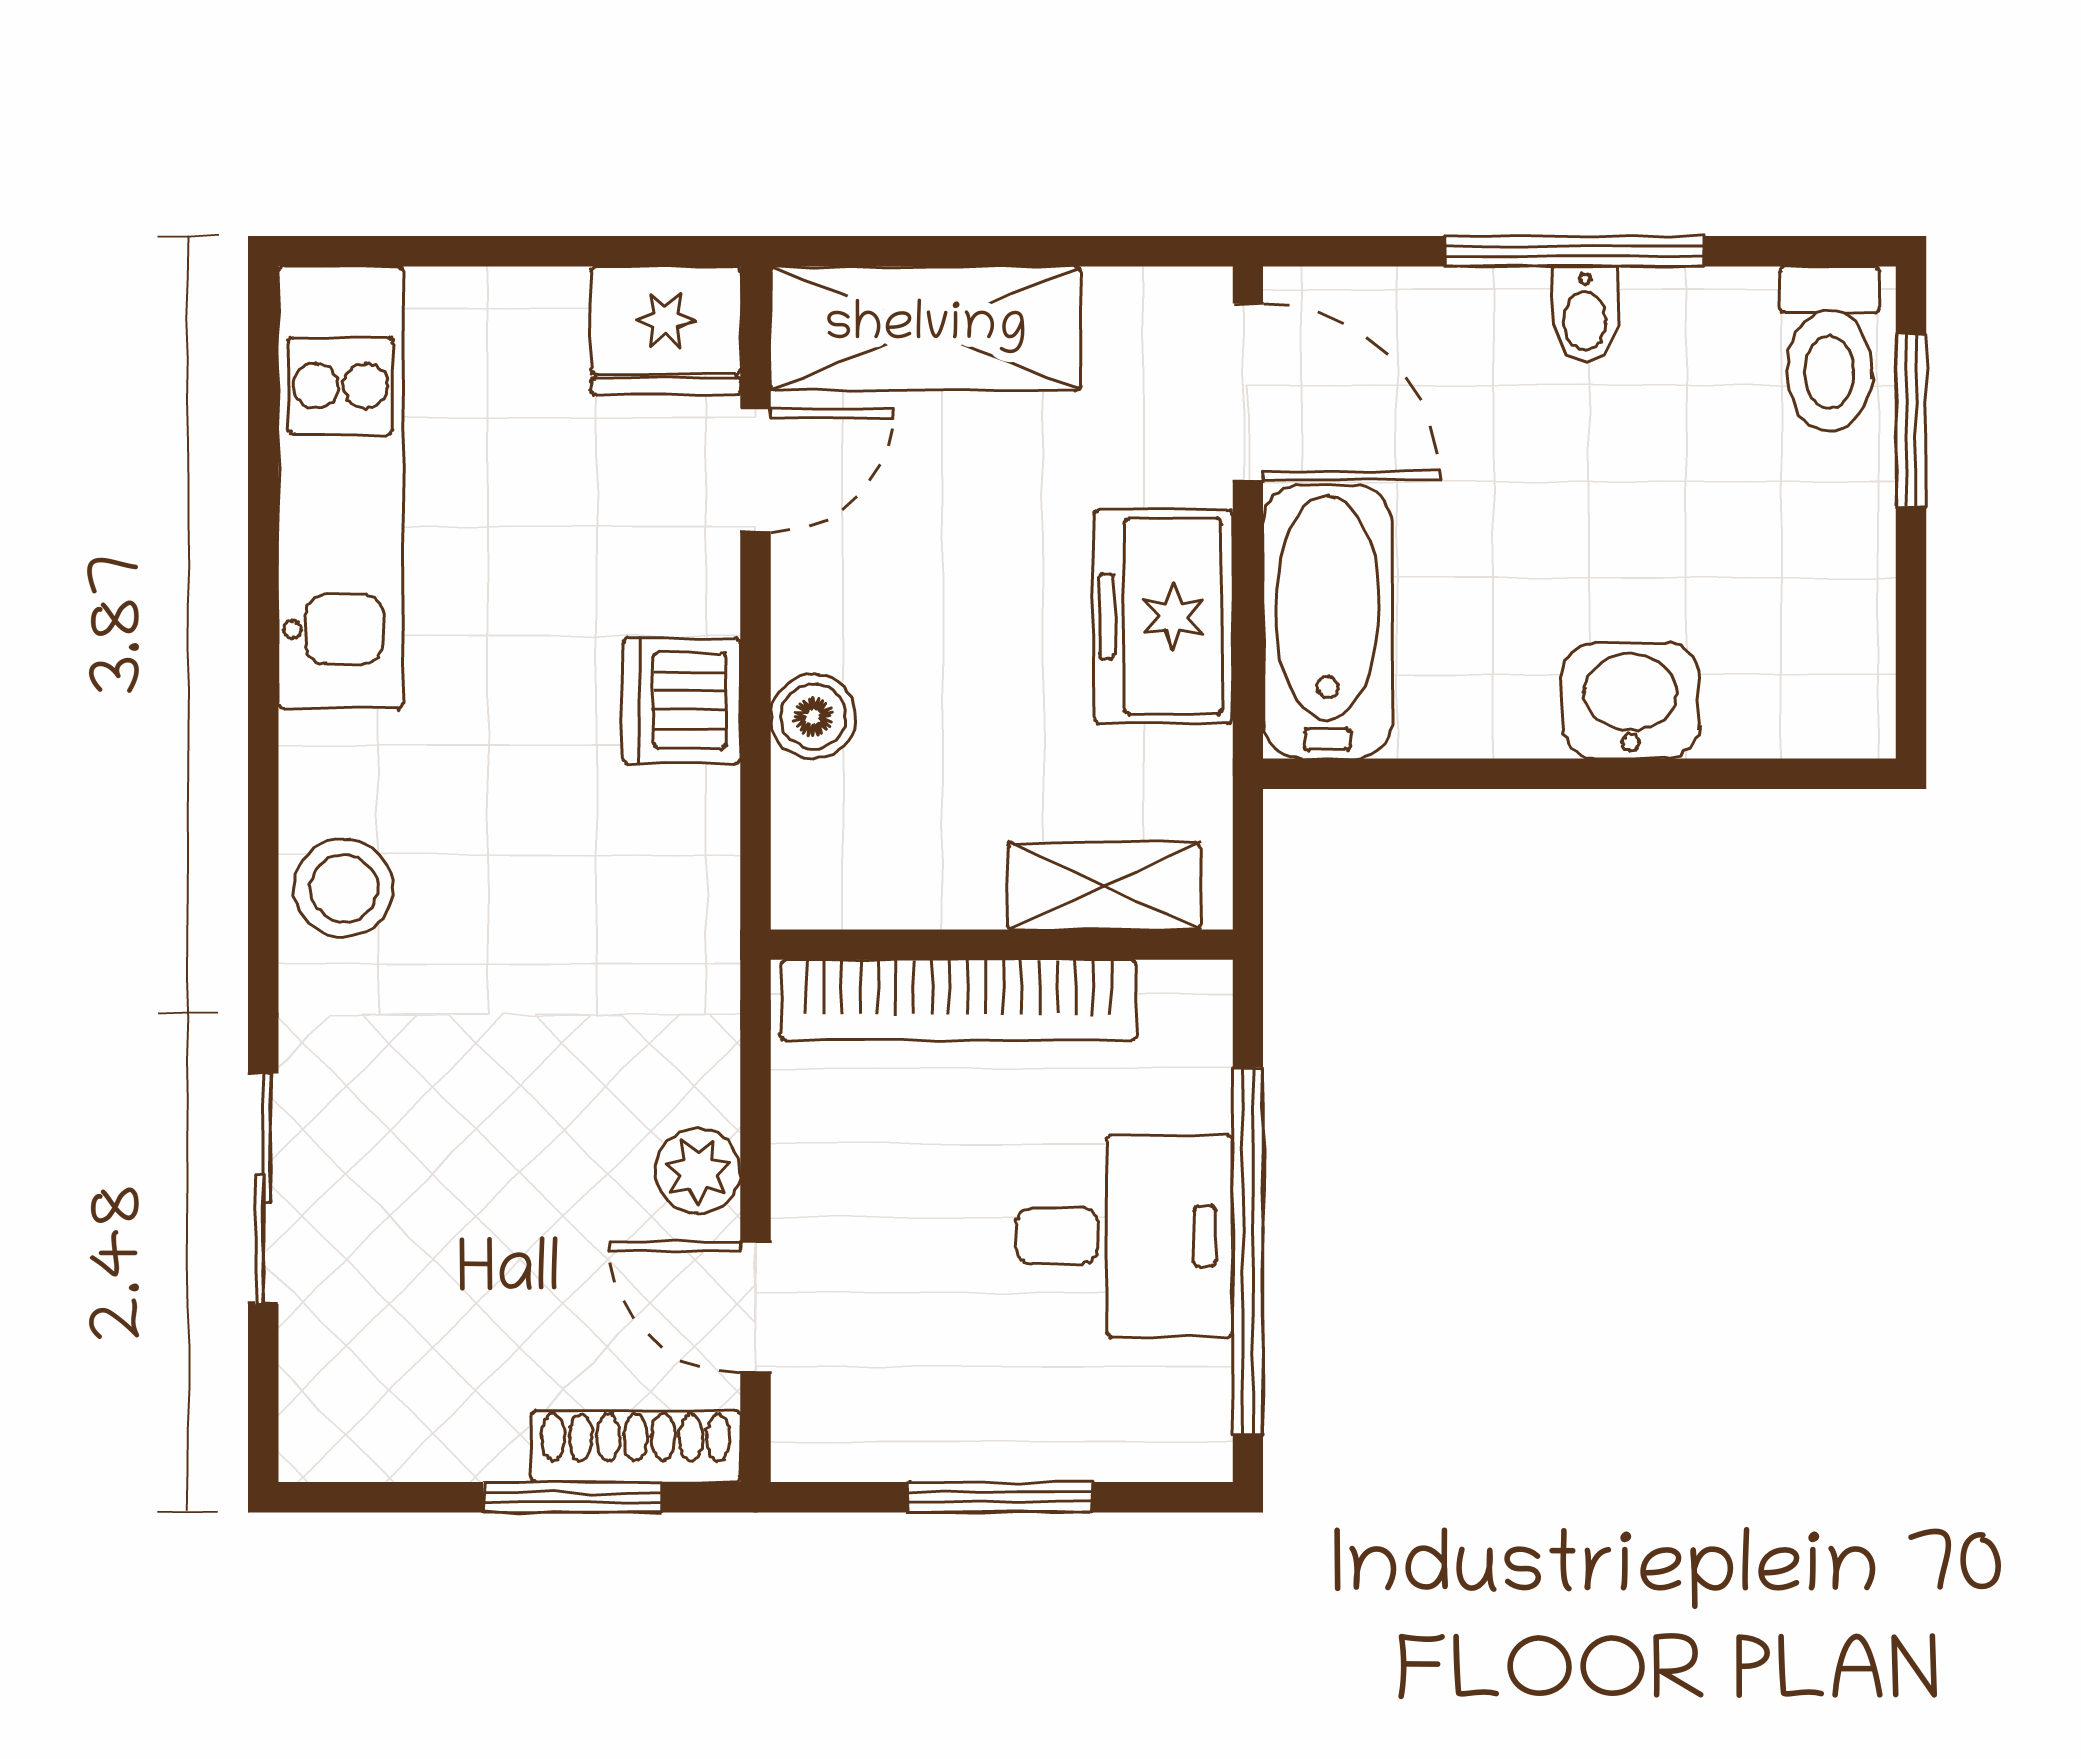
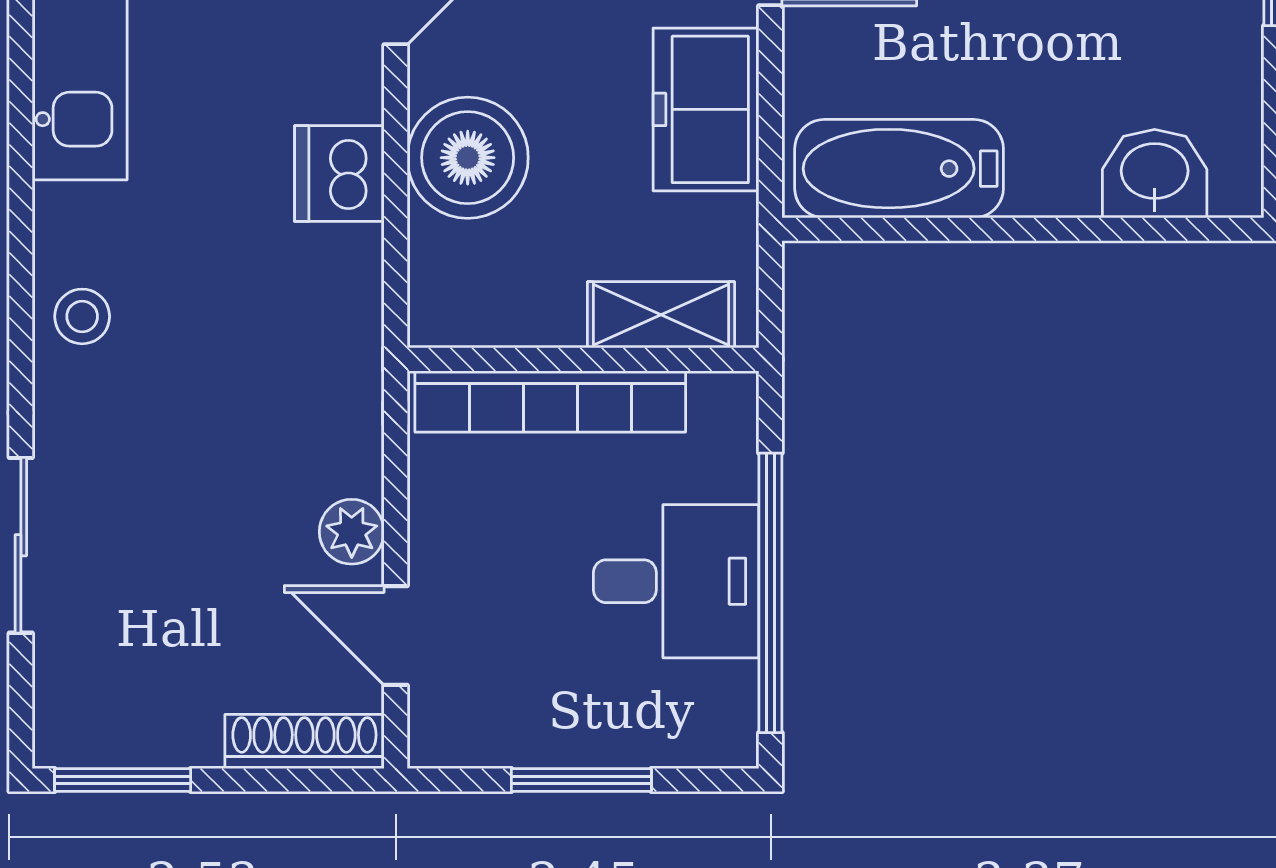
bathtub: (1328, 622) -> (899, 169), moved, turned -90
washbasin: (1631, 701) -> (1155, 174), moved
boiler: (813, 717) -> (468, 158), width x1.86, depth x1.86
stool: (344, 888) -> (82, 316), width x0.73, depth x0.73
window: (573, 1497) -> (123, 780), moved

